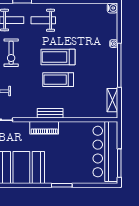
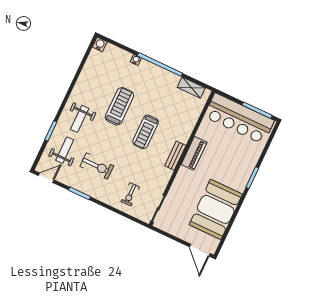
treadmill: (58, 57) -> (119, 106), moved, turned 180
piano: (44, 128) -> (194, 153), moved

